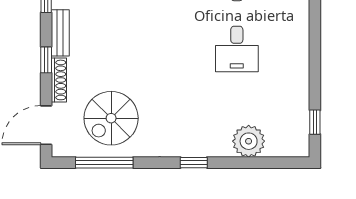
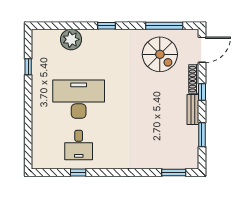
desk: (237, 49) -> (79, 99), width x1.87, depth x1.30
spiral stairs: (111, 118) -> (160, 54), turned 90
window: (315, 122) -> (28, 67), moved

